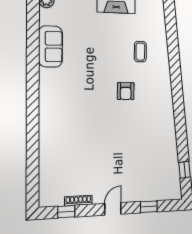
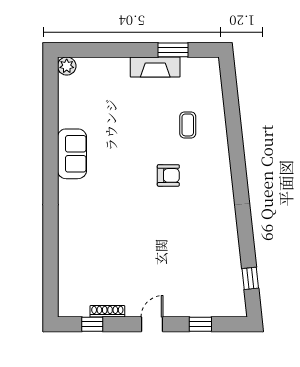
sofa: (51, 47) -> (72, 154), moved
armchair: (126, 91) -> (168, 175), turned -90

